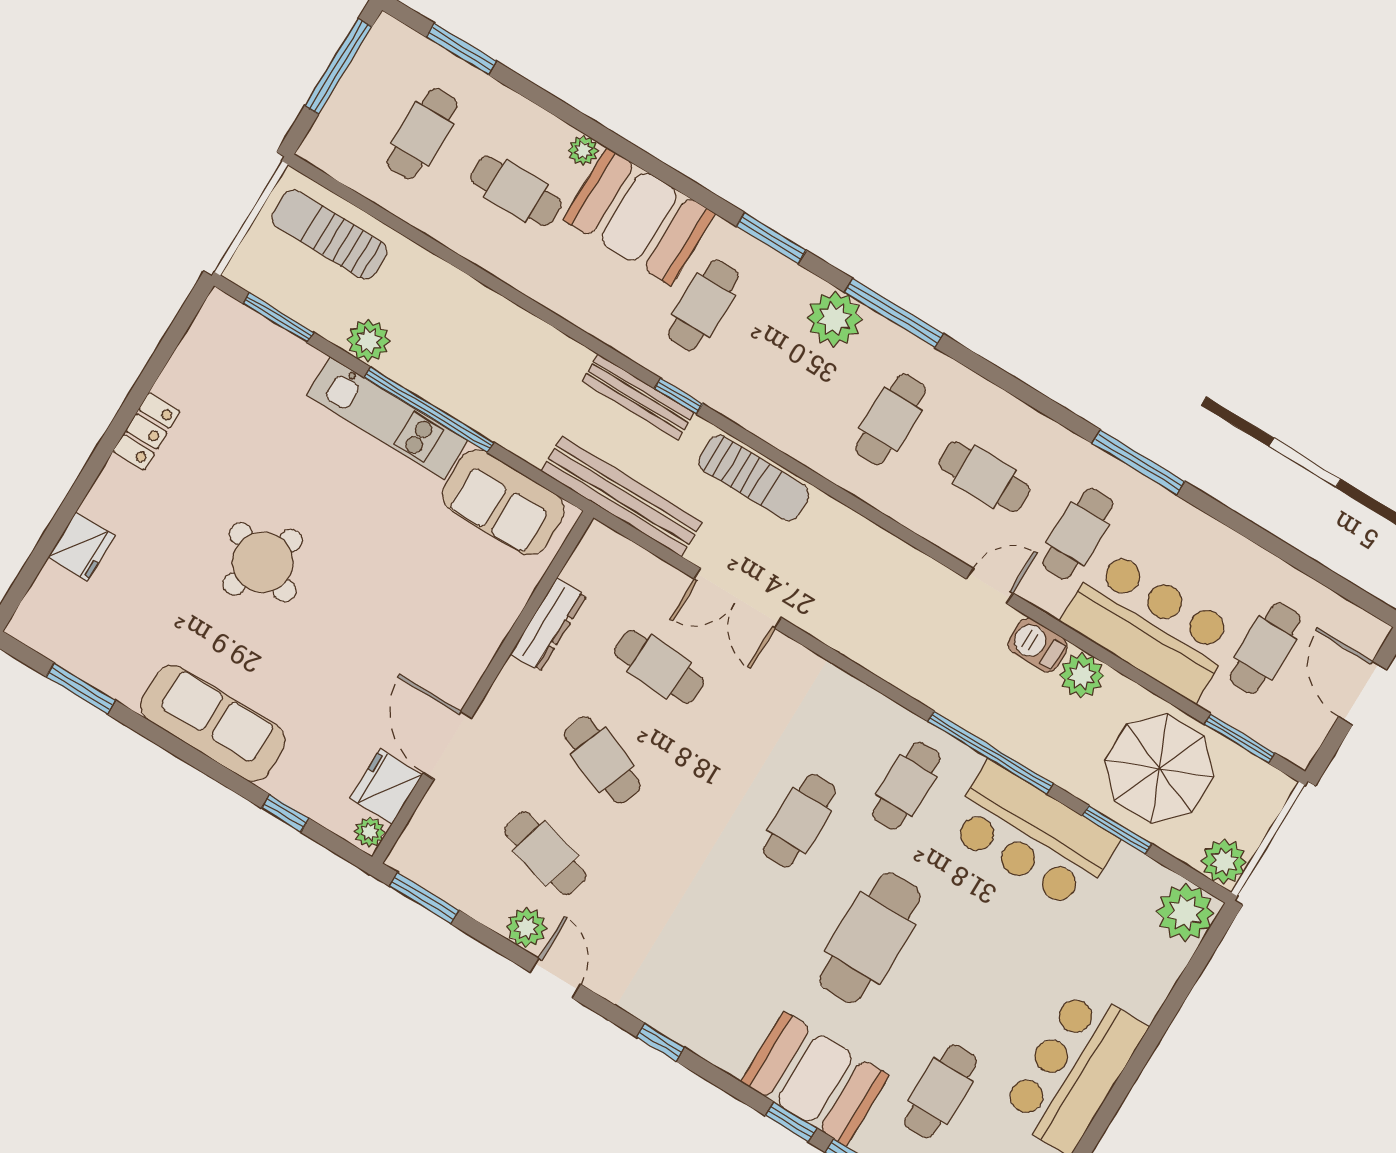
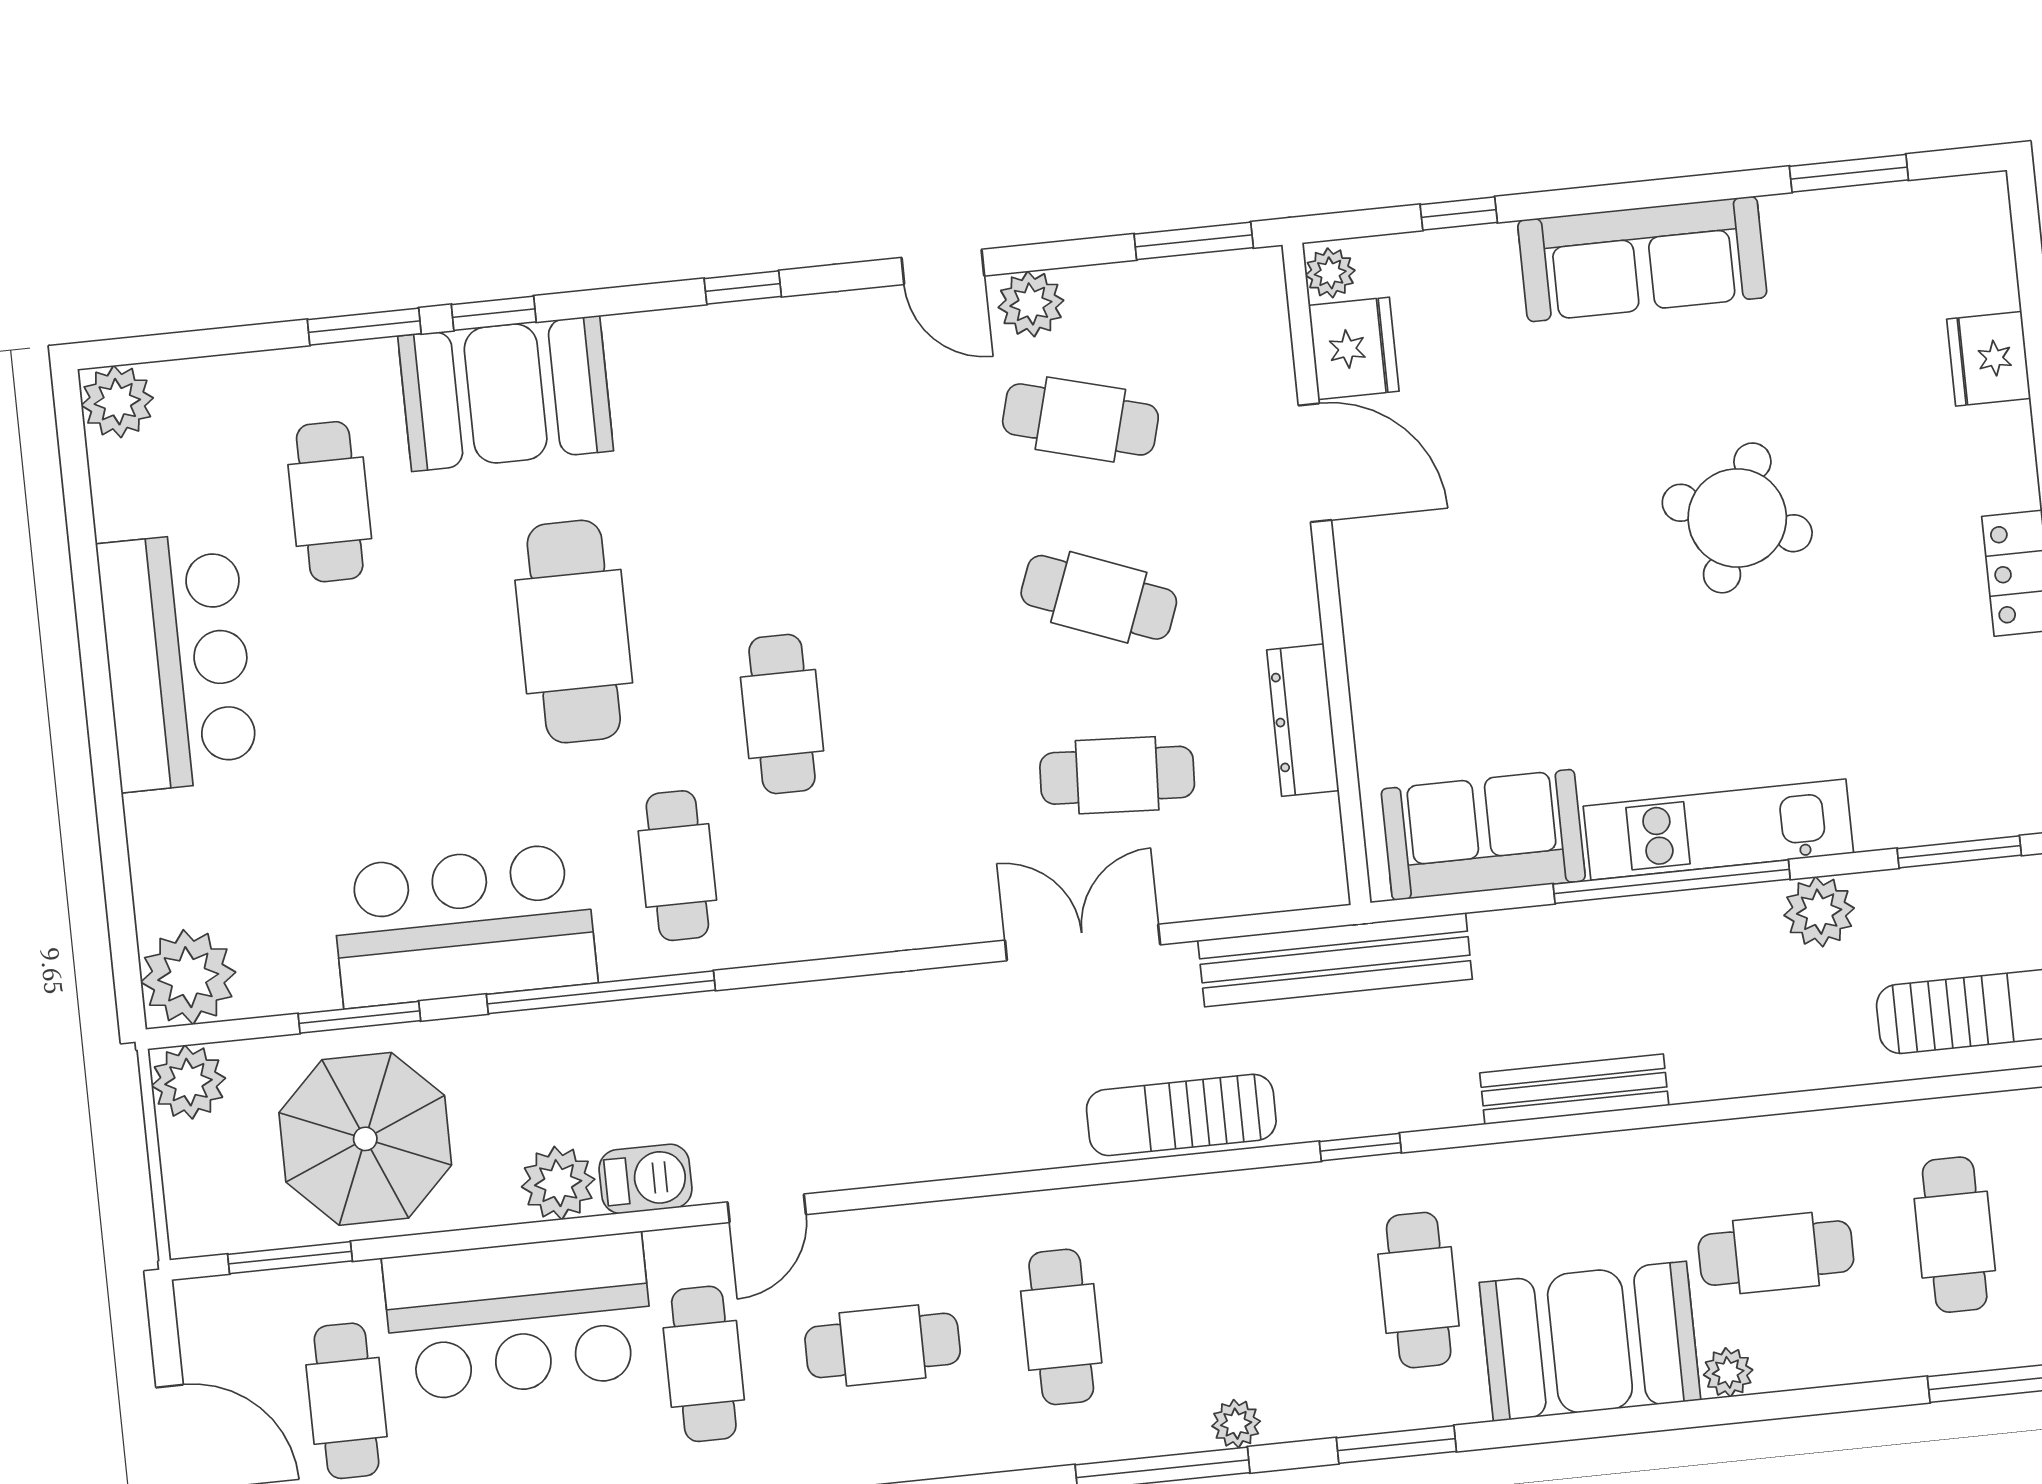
plant: (835, 319) -> (1236, 1424), width x0.53, depth x0.53
bench: (638, 397) -> (1574, 1089), moved

